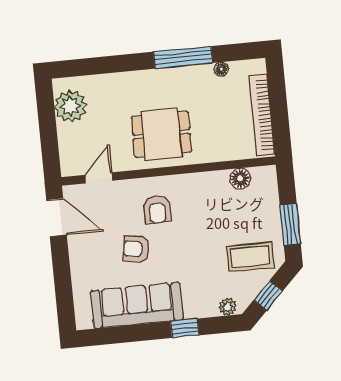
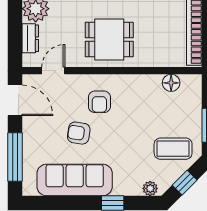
dresser: (67, 142) -> (30, 38), added
window: (63, 285) -> (15, 157), added

